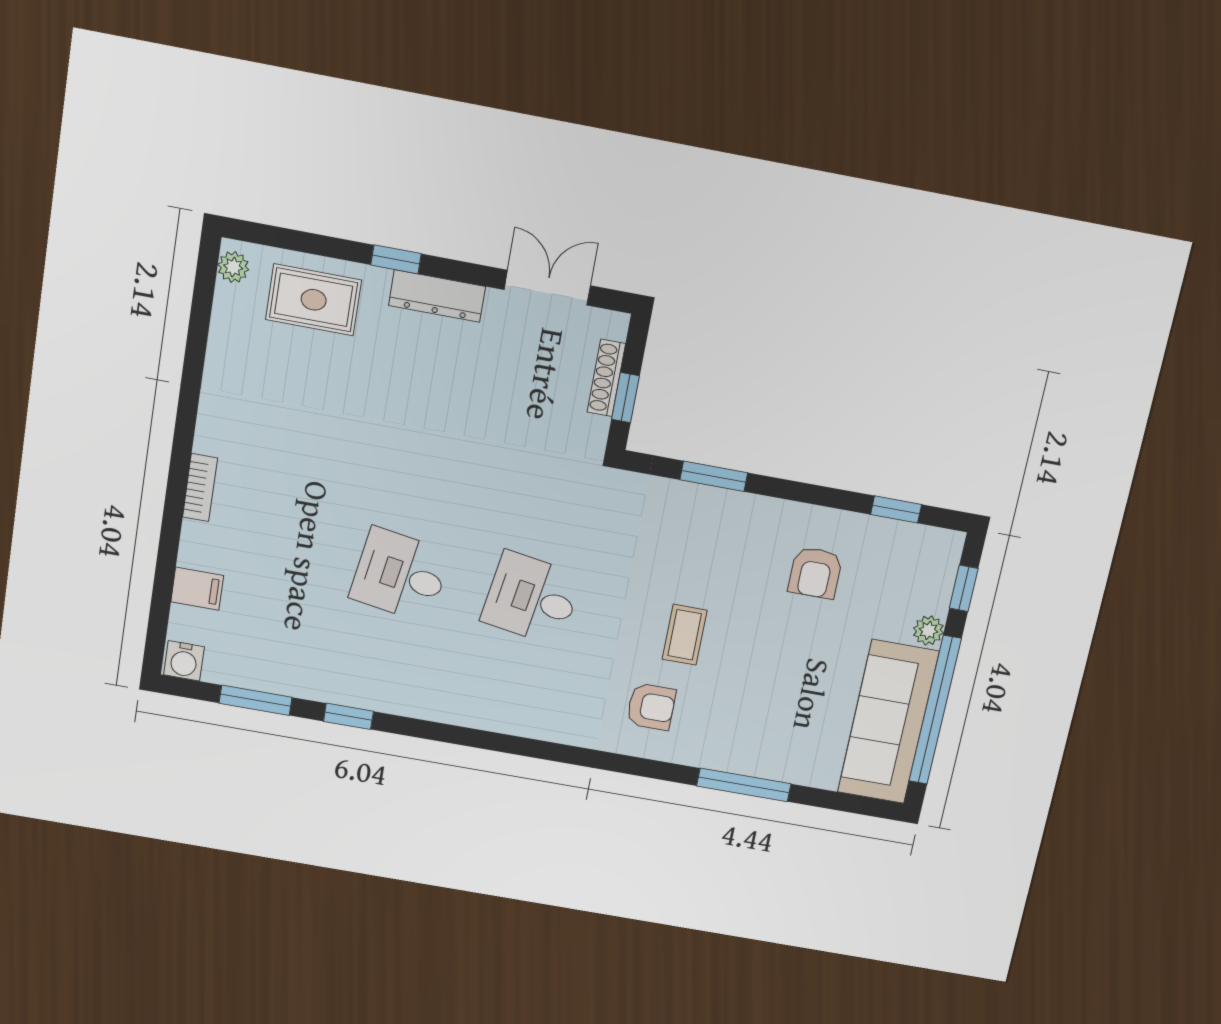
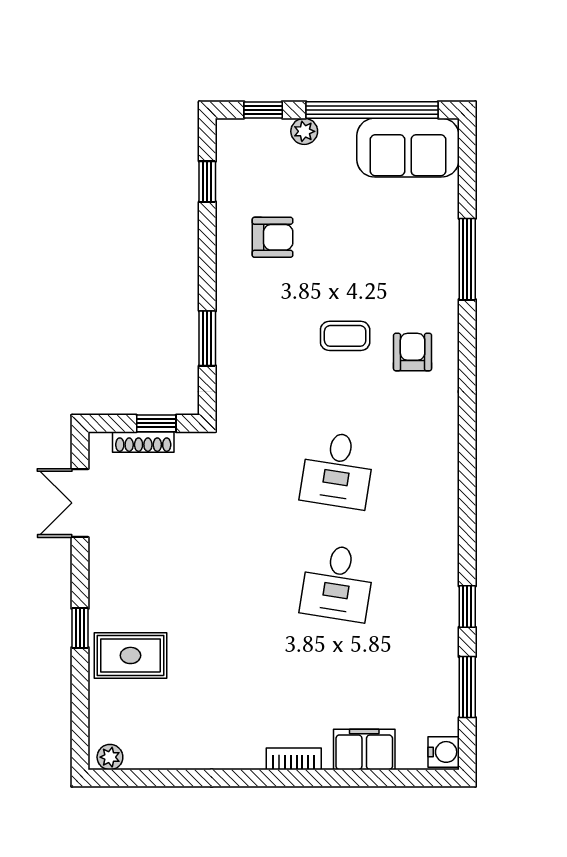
dresser: (437, 296) -> (103, 590), removed
rug: (314, 300) -> (130, 655), moved, turned 90
filing cabinet: (197, 589) -> (364, 749), width x2.00
sofa: (888, 722) -> (408, 148), width x0.73

